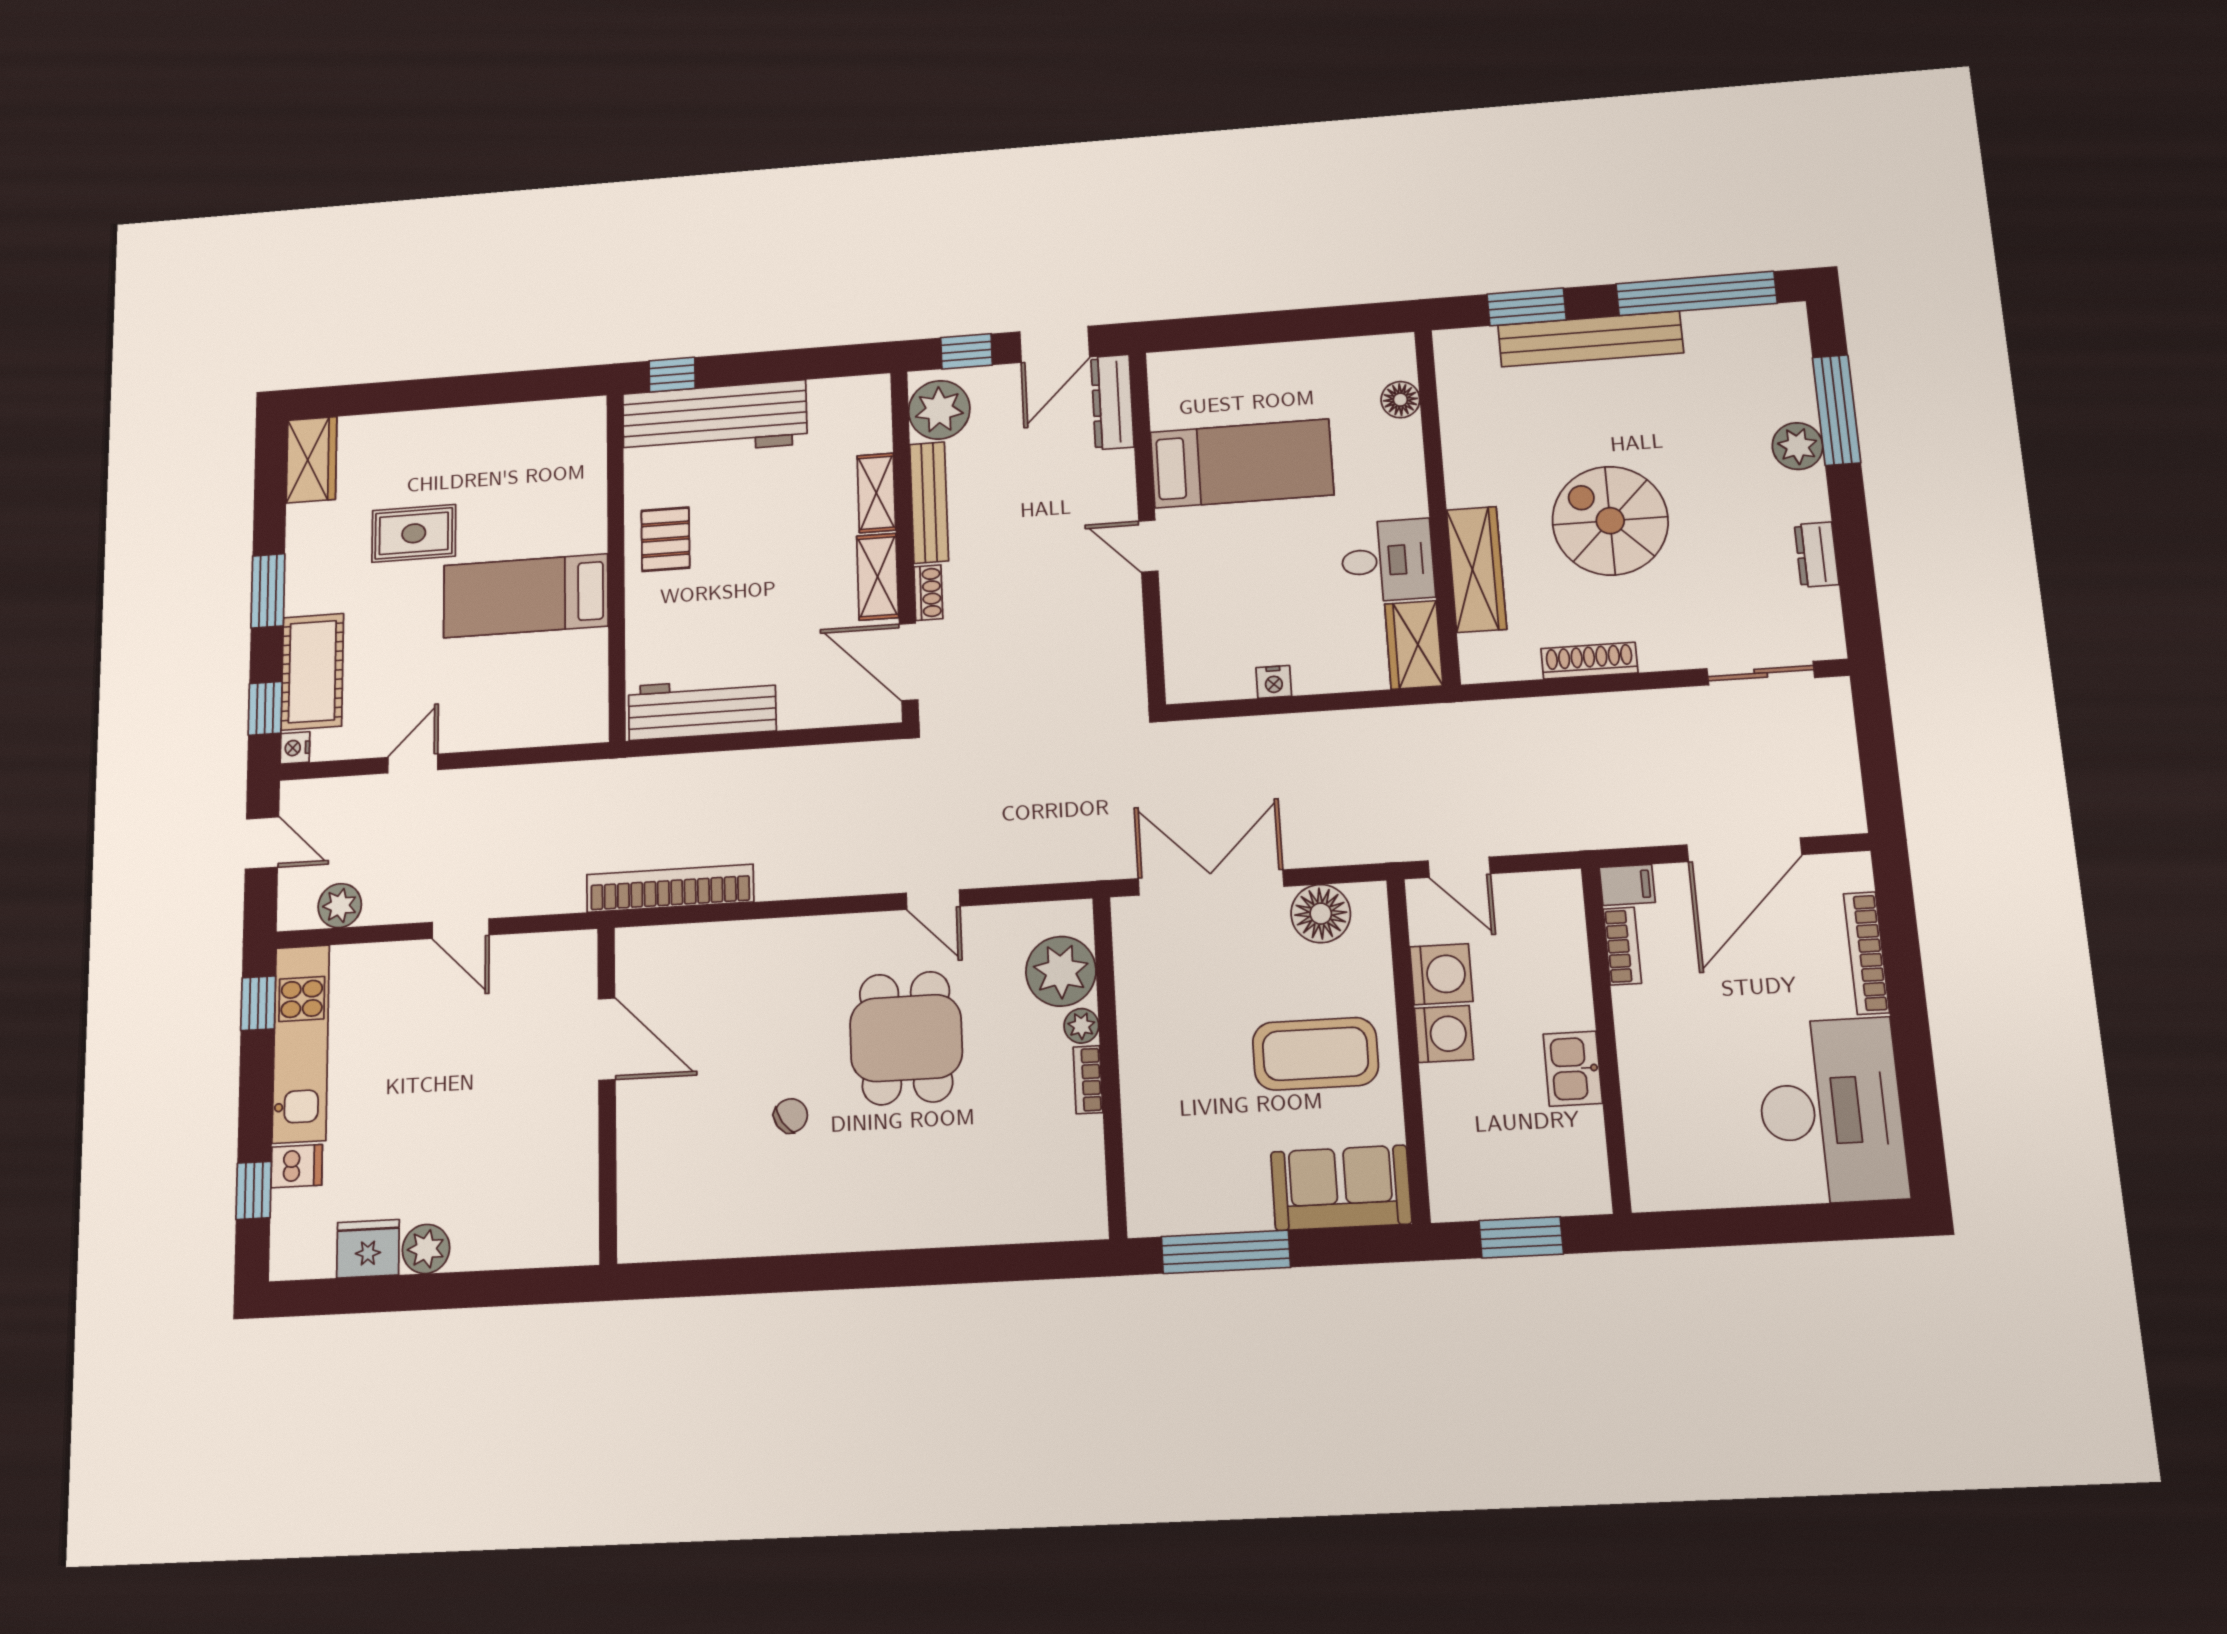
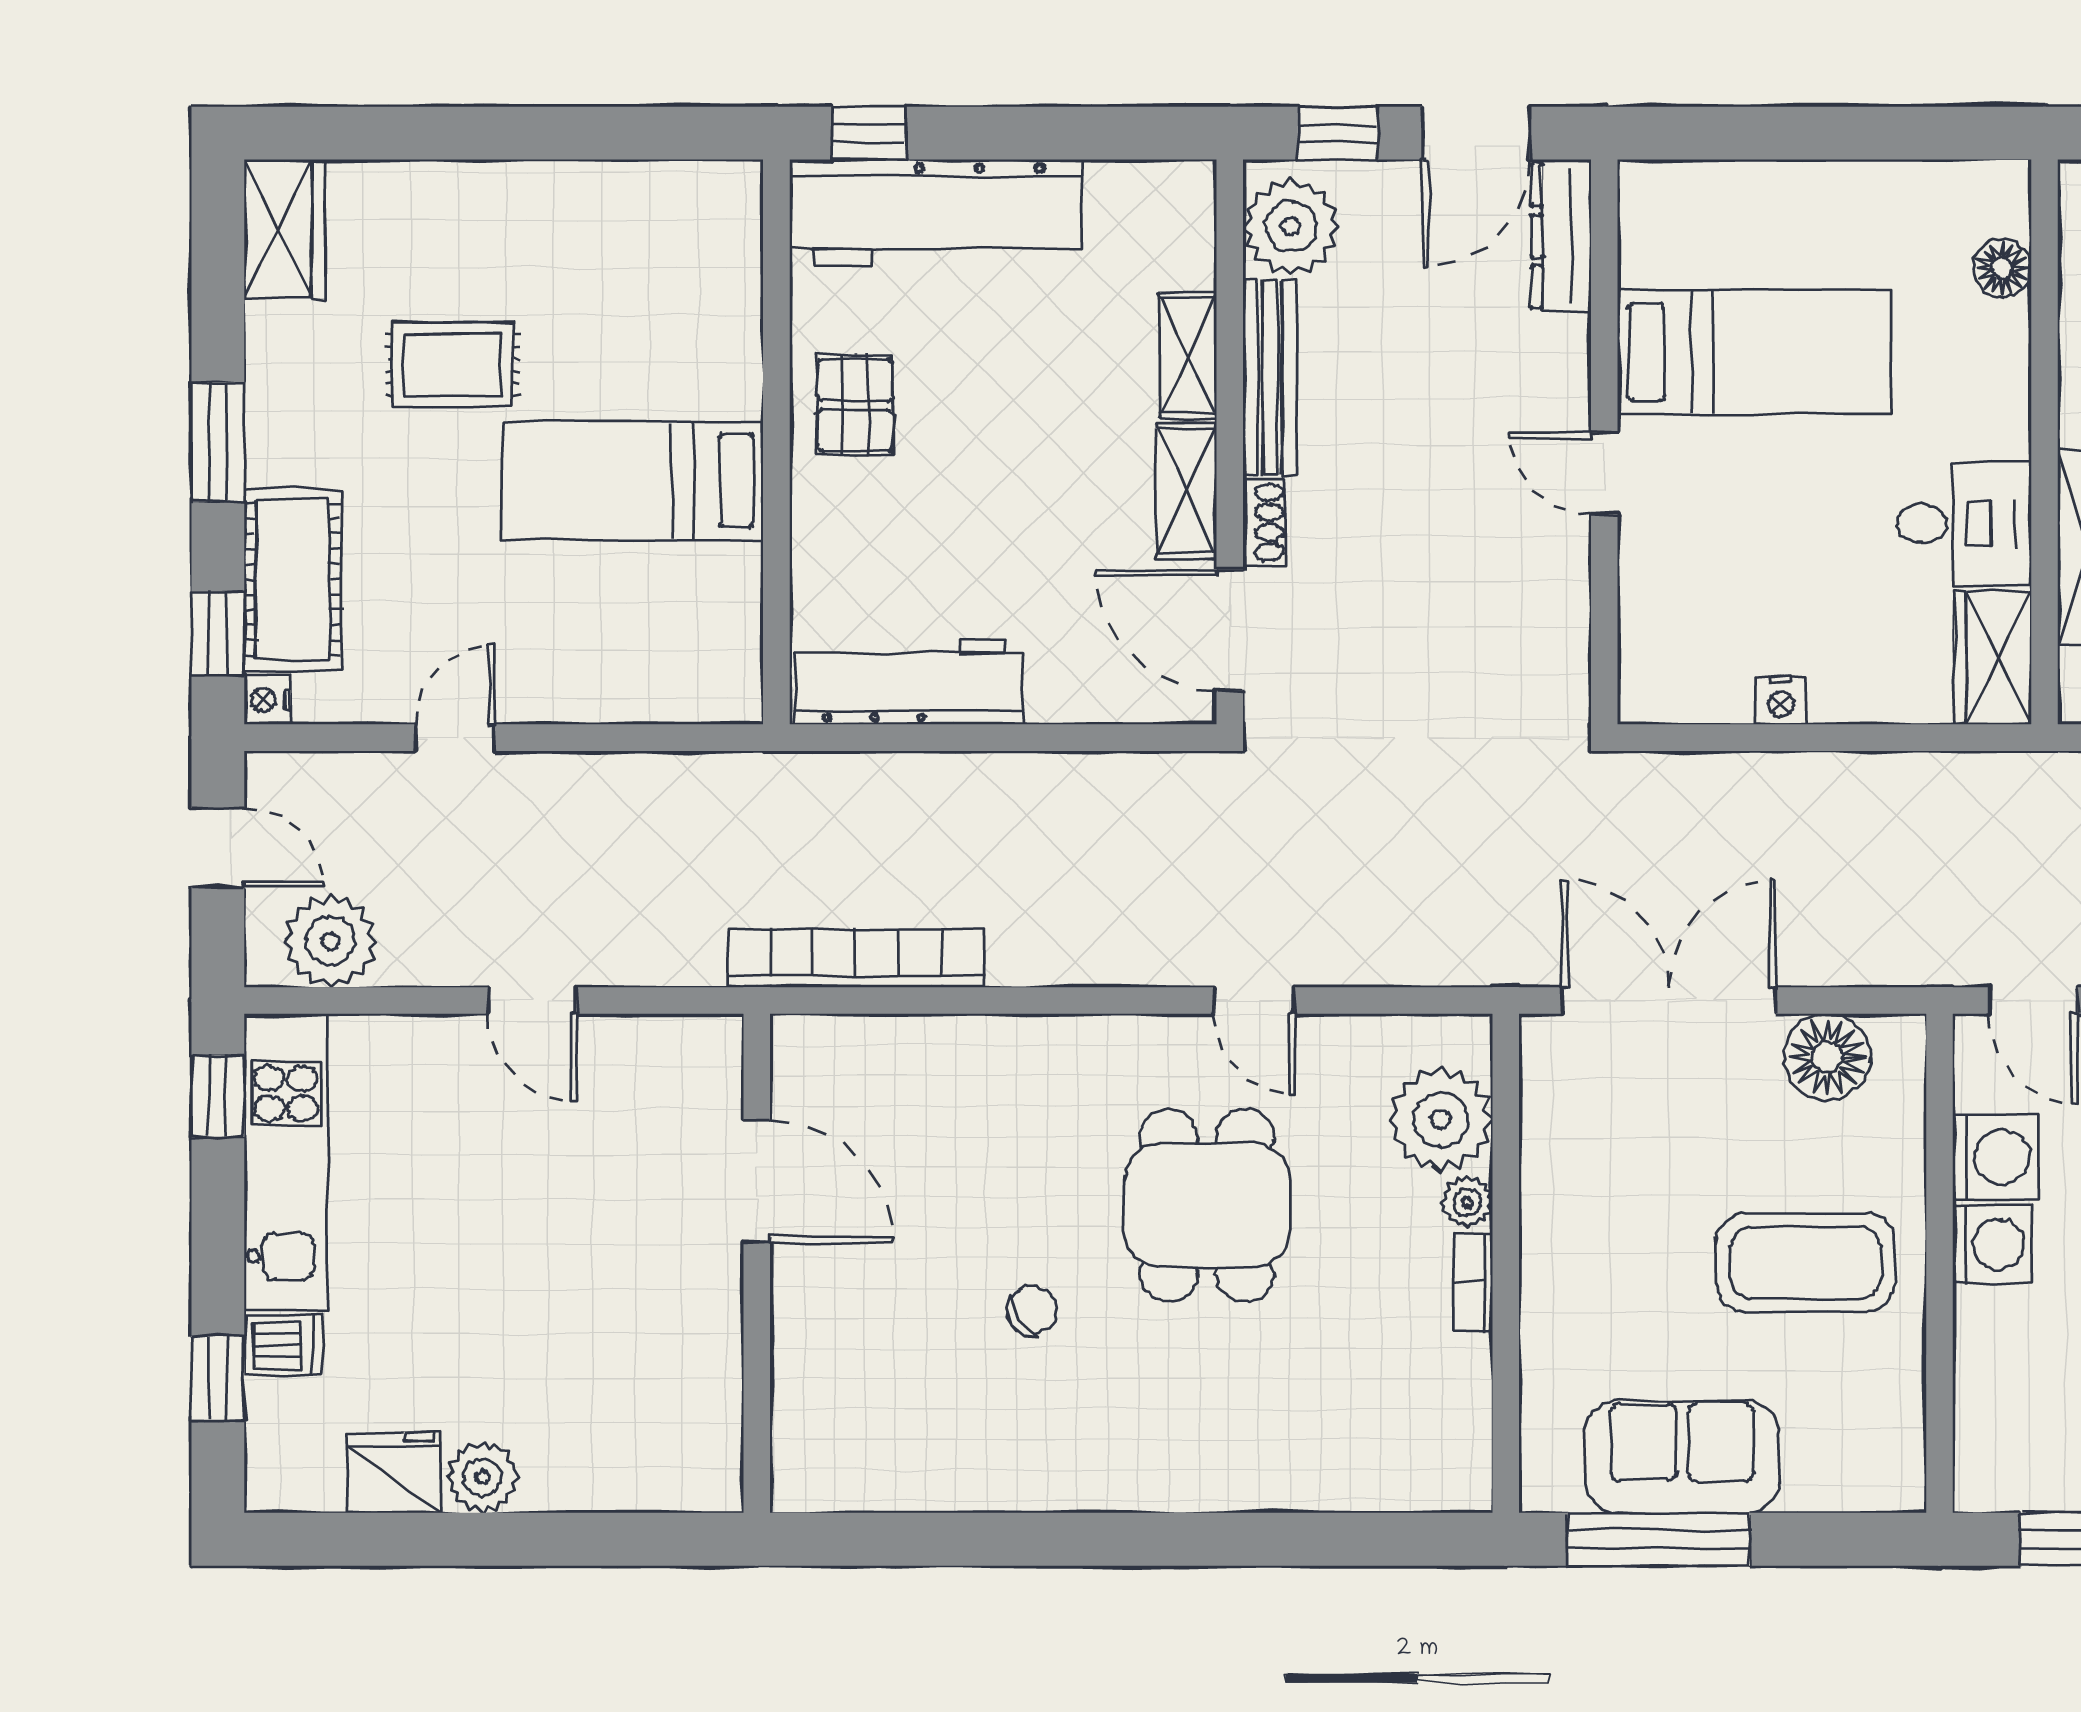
plant: (340, 906) -> (330, 941), width x1.36, depth x1.36
sofa: (1341, 1188) -> (1682, 1457), moved

